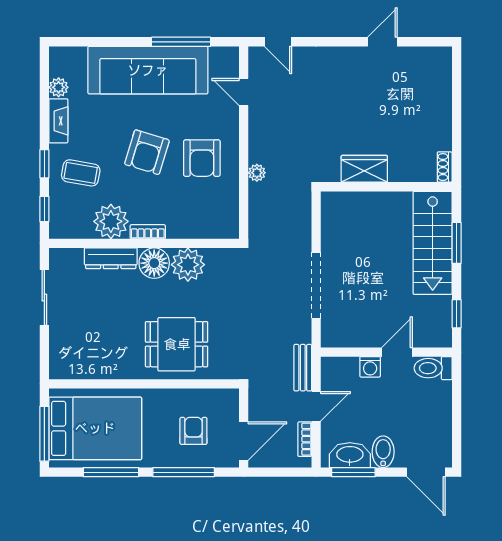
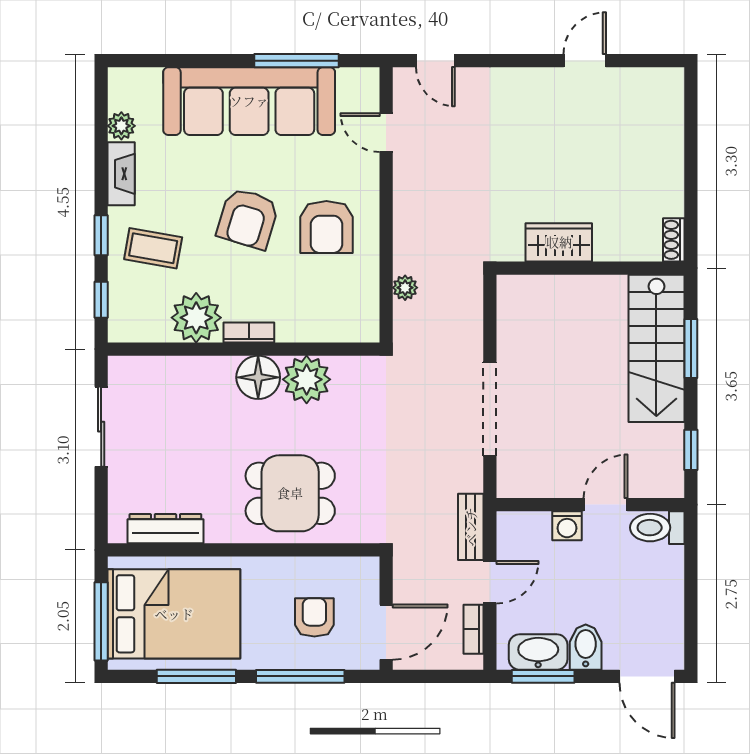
plant: (257, 173) -> (405, 288), moved
dresser: (111, 258) -> (165, 529), moved, turned 180

